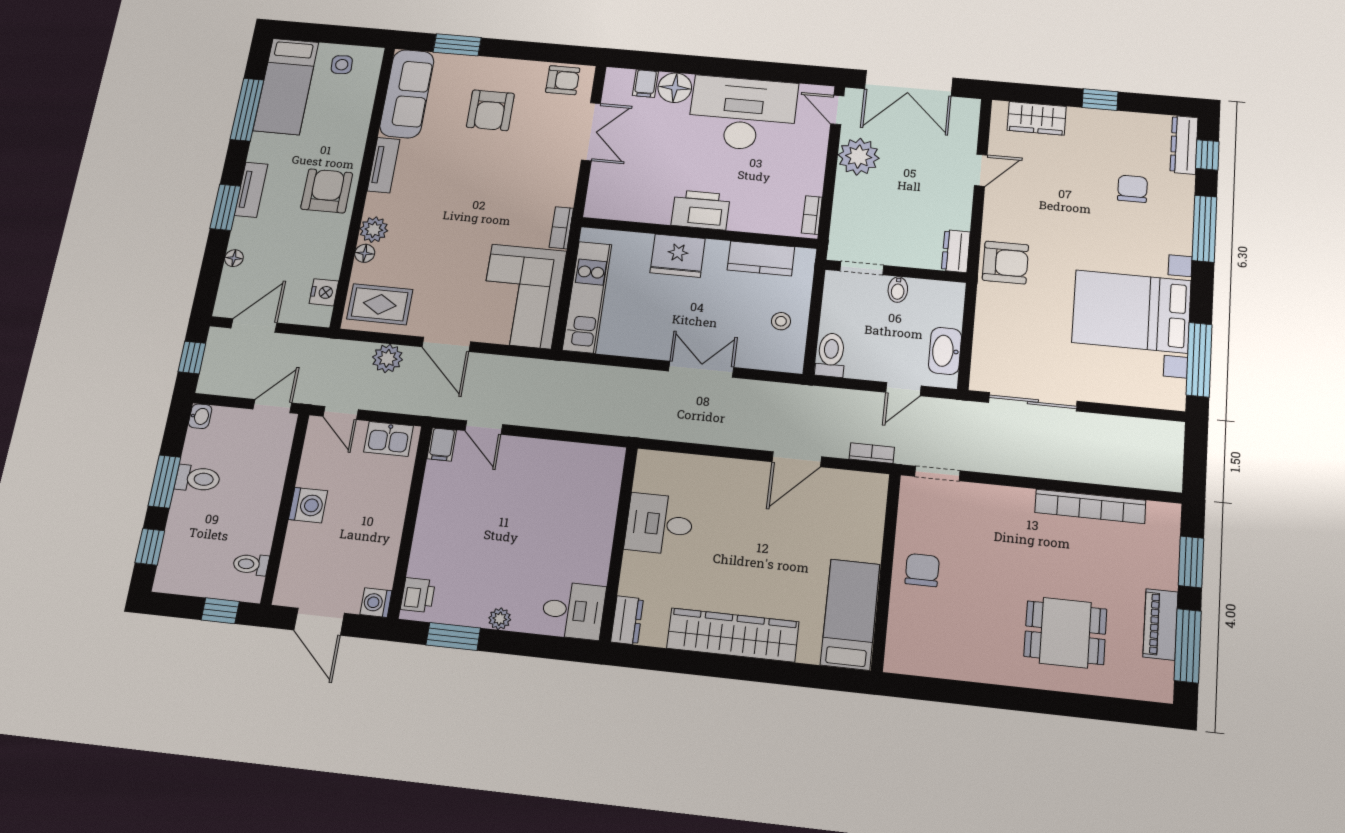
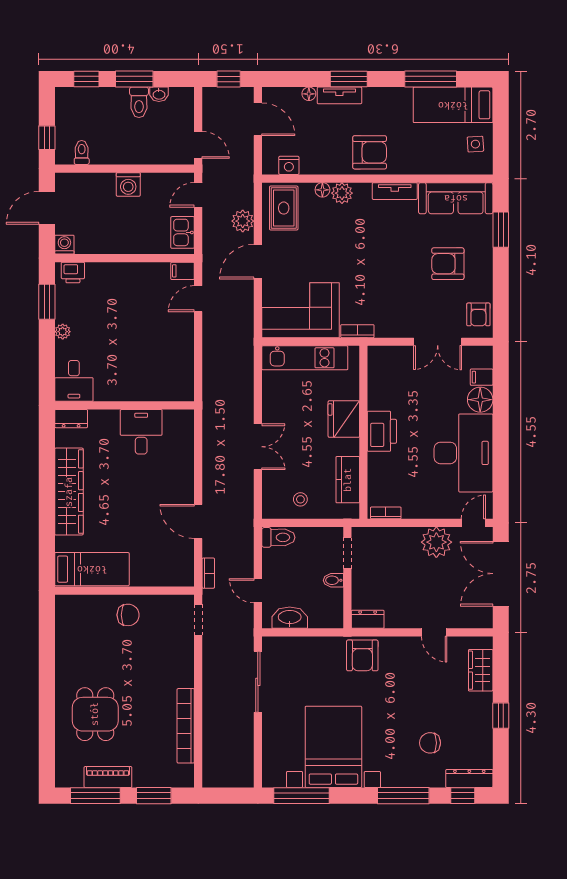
chair: (1132, 189) -> (430, 743), turned 180
tv unit: (251, 190) -> (339, 95), moved
washbasin: (200, 416) -> (159, 94), moved

